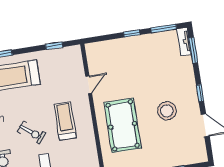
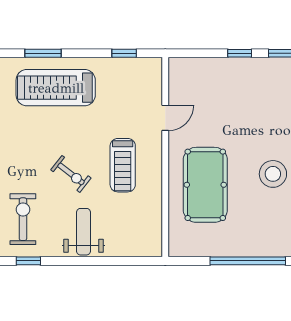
treadmill: (65, 121) -> (123, 165), turned 180

